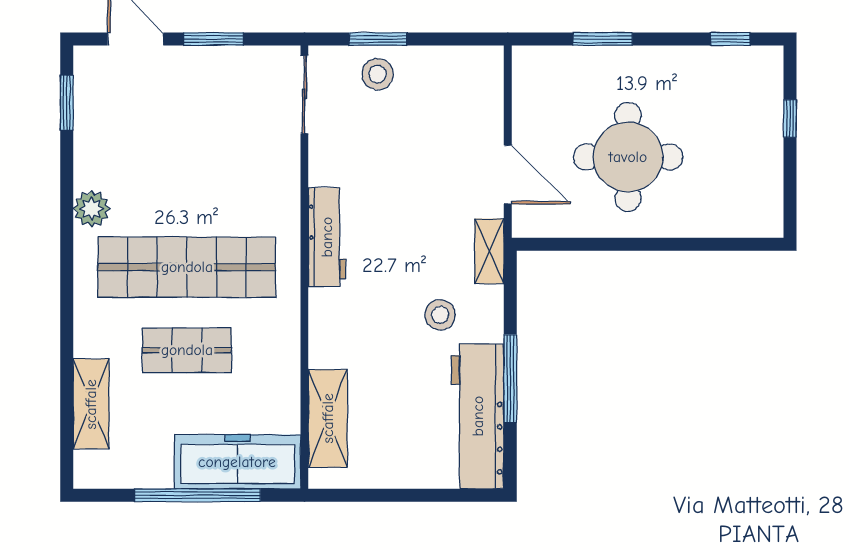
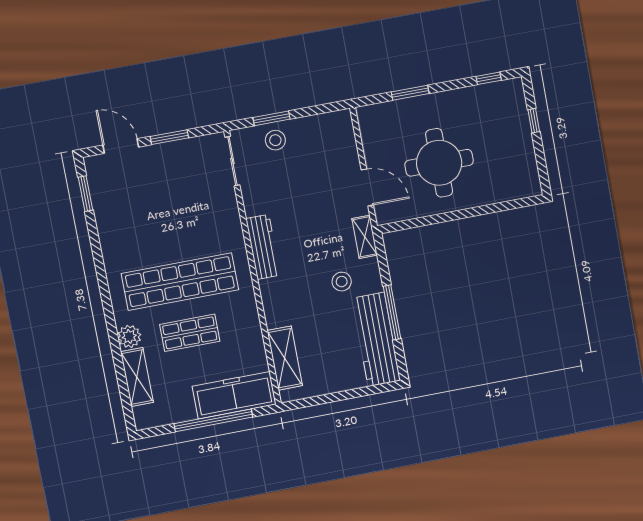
plant: (92, 209) -> (129, 336), moved

